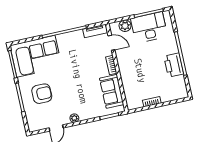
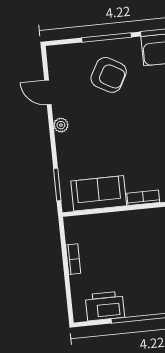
printer: (174, 65) -> (105, 306), moved
armchair: (42, 94) -> (109, 75), turned -61

